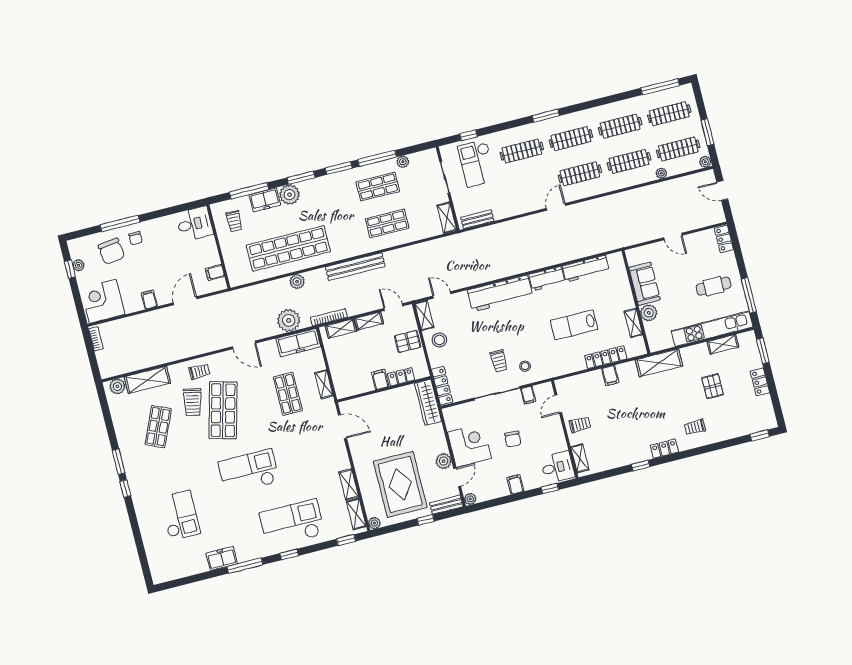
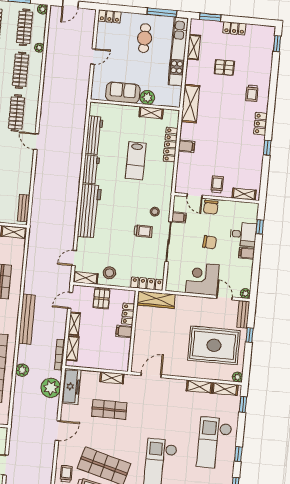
chair: (552, 426) -> (211, 207), added
plant: (444, 461) -> (208, 304), removed
desk: (557, 467) -> (243, 234), moved, turned 90

